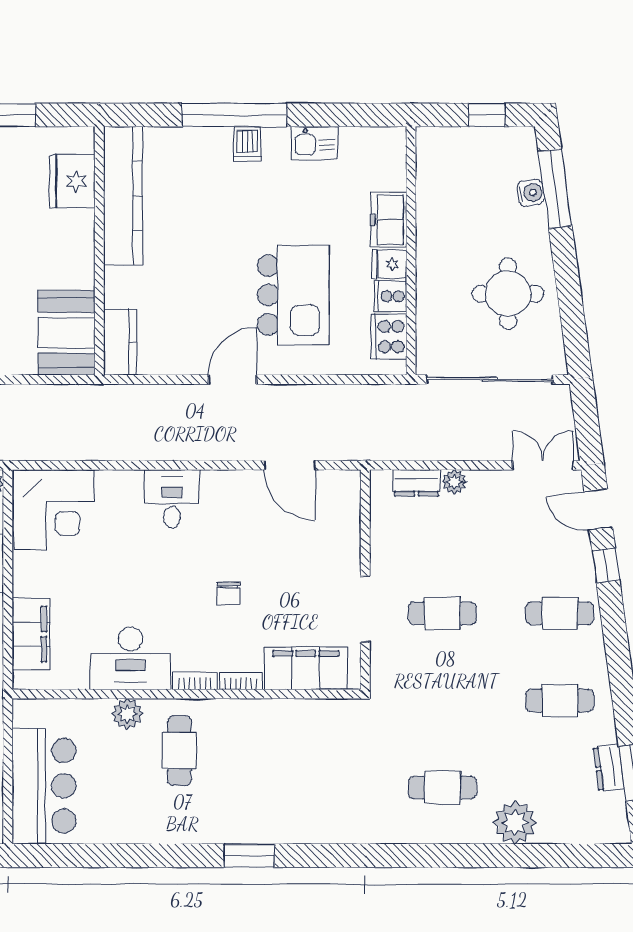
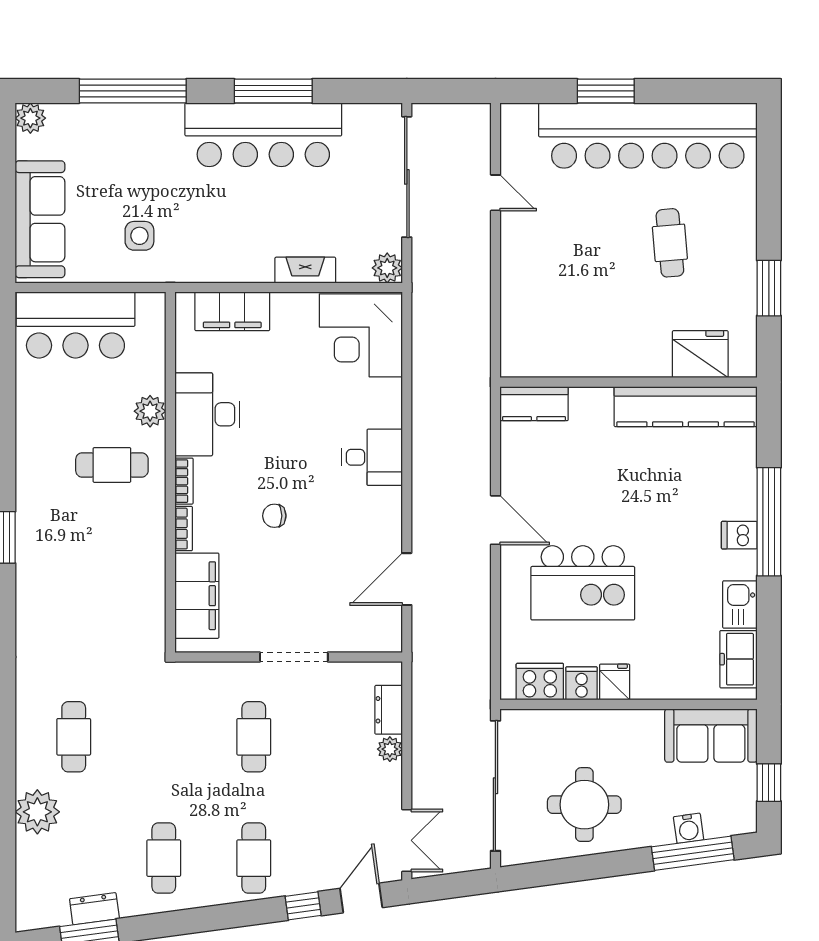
sofa: (441, 171) -> (711, 735), added
freezer: (389, 220) -> (738, 659), moved, turned -90
booth: (67, 333) -> (544, 348), removed
doorway: (365, 609) -> (294, 657), moved

